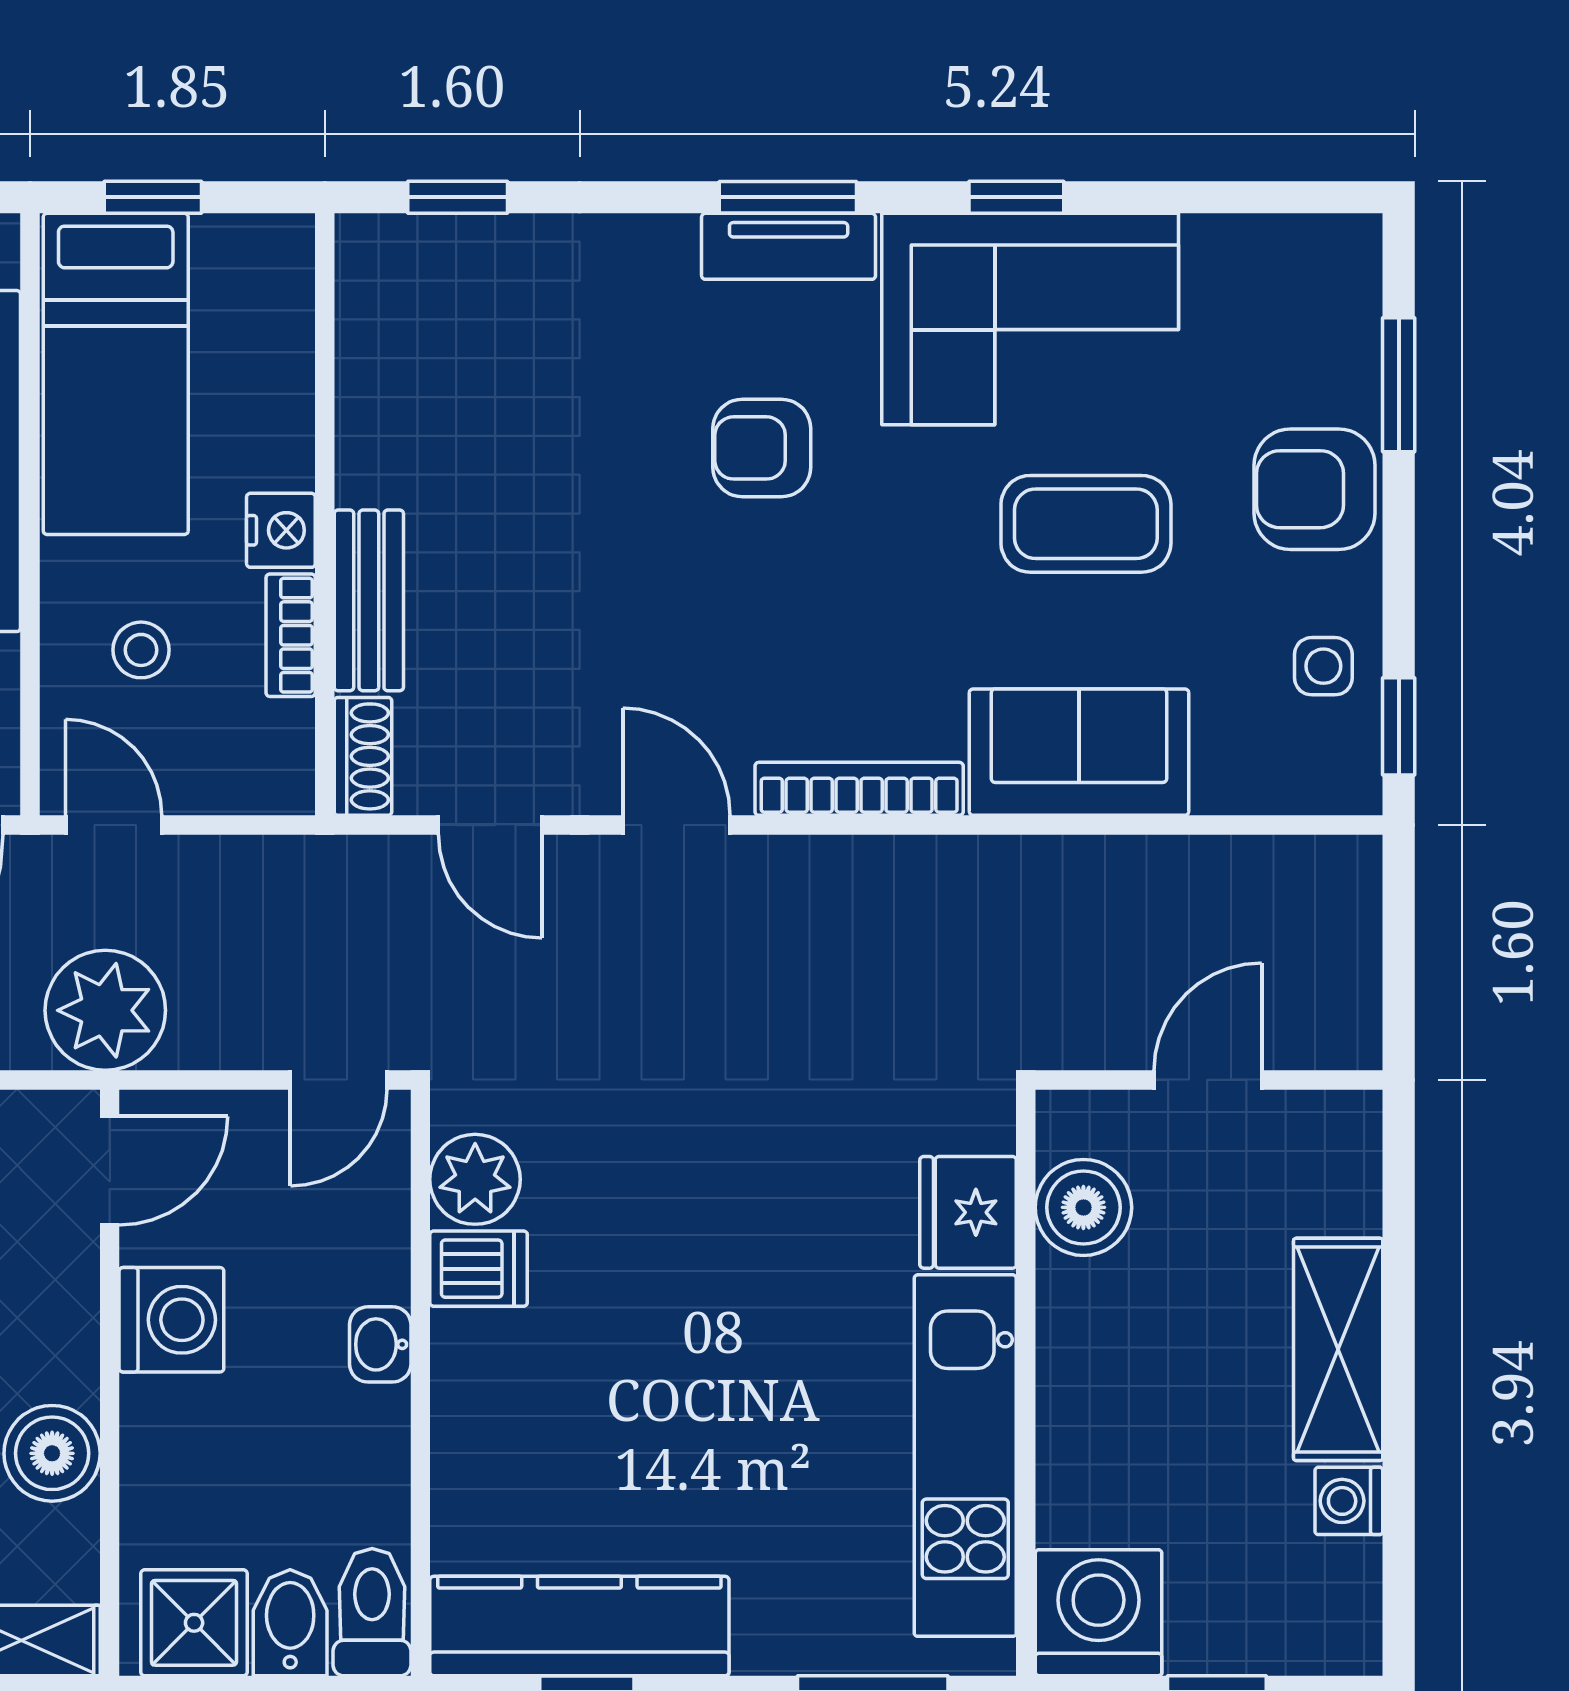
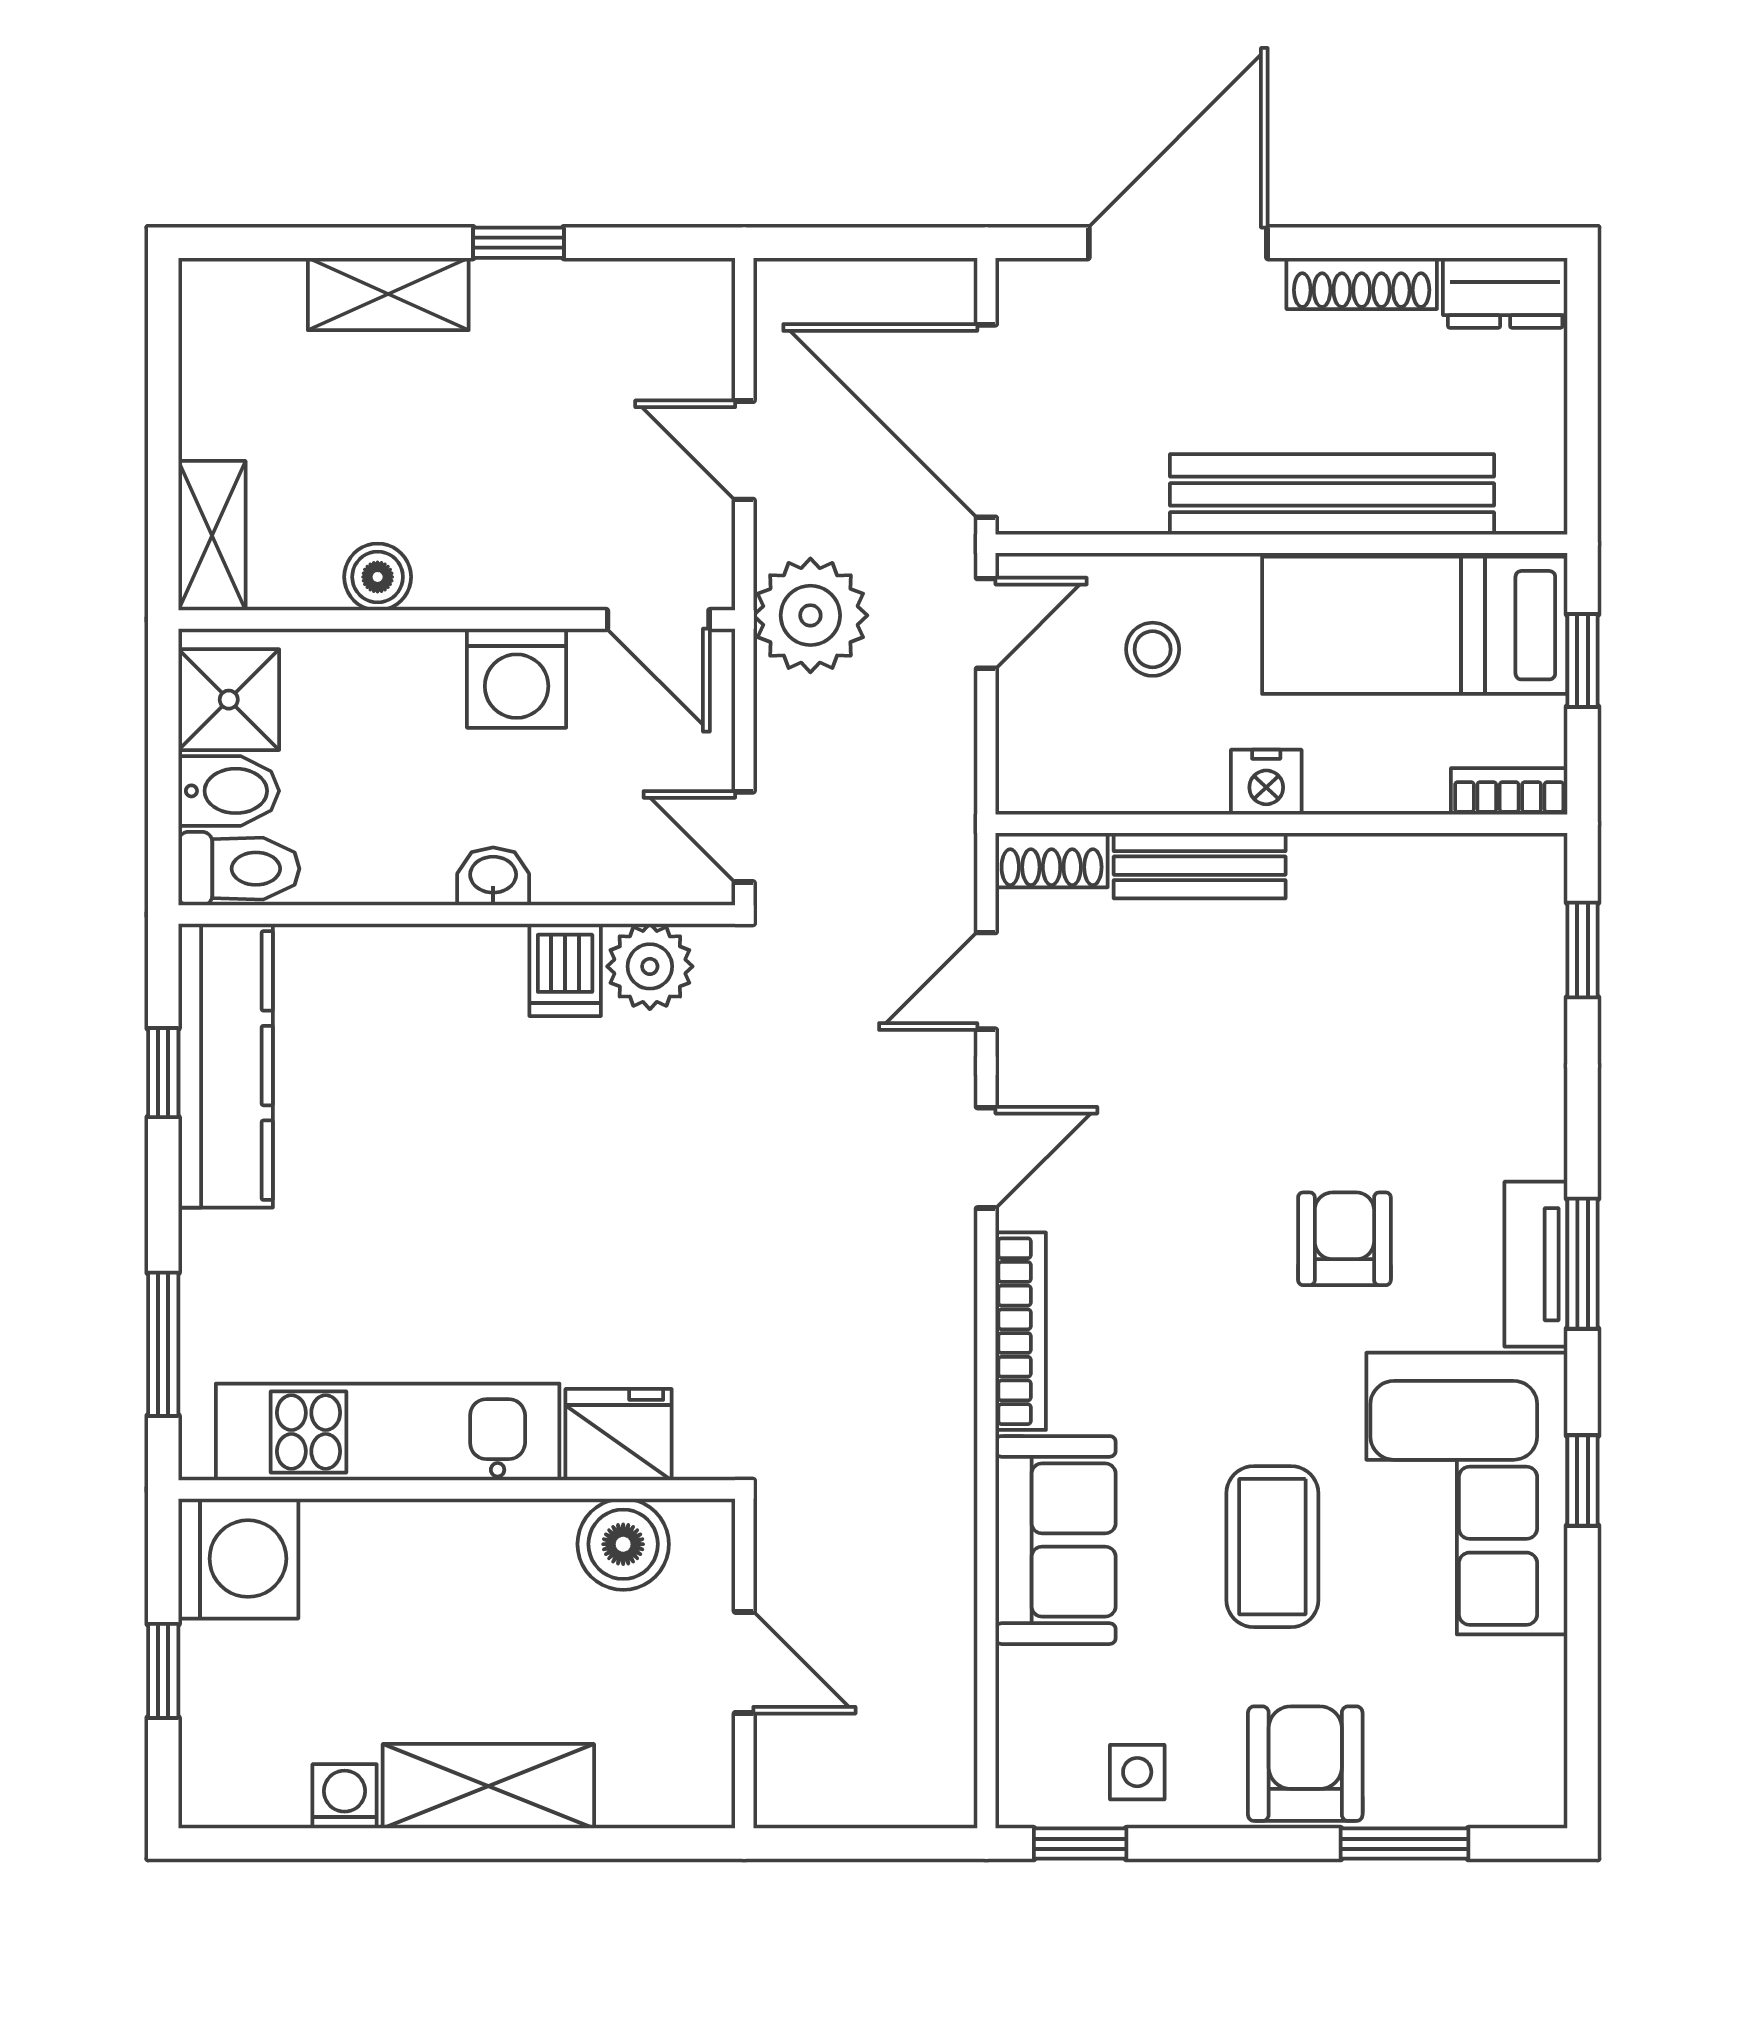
bookcase: (291, 635) -> (1509, 791), moved
boiler: (52, 1453) -> (378, 577), width x0.73, depth x0.73

